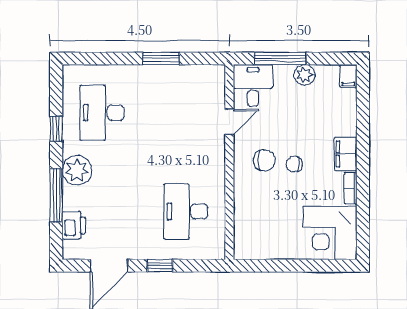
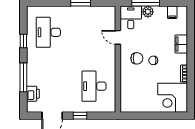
plant: (304, 75) -> (148, 12), moved
filing cabinet: (348, 76) -> (172, 12), moved
door: (229, 122) -> (118, 37), swing flipped
filing cabinet: (346, 154) -> (181, 44), moved
plant: (77, 170) -> (35, 64), removed

